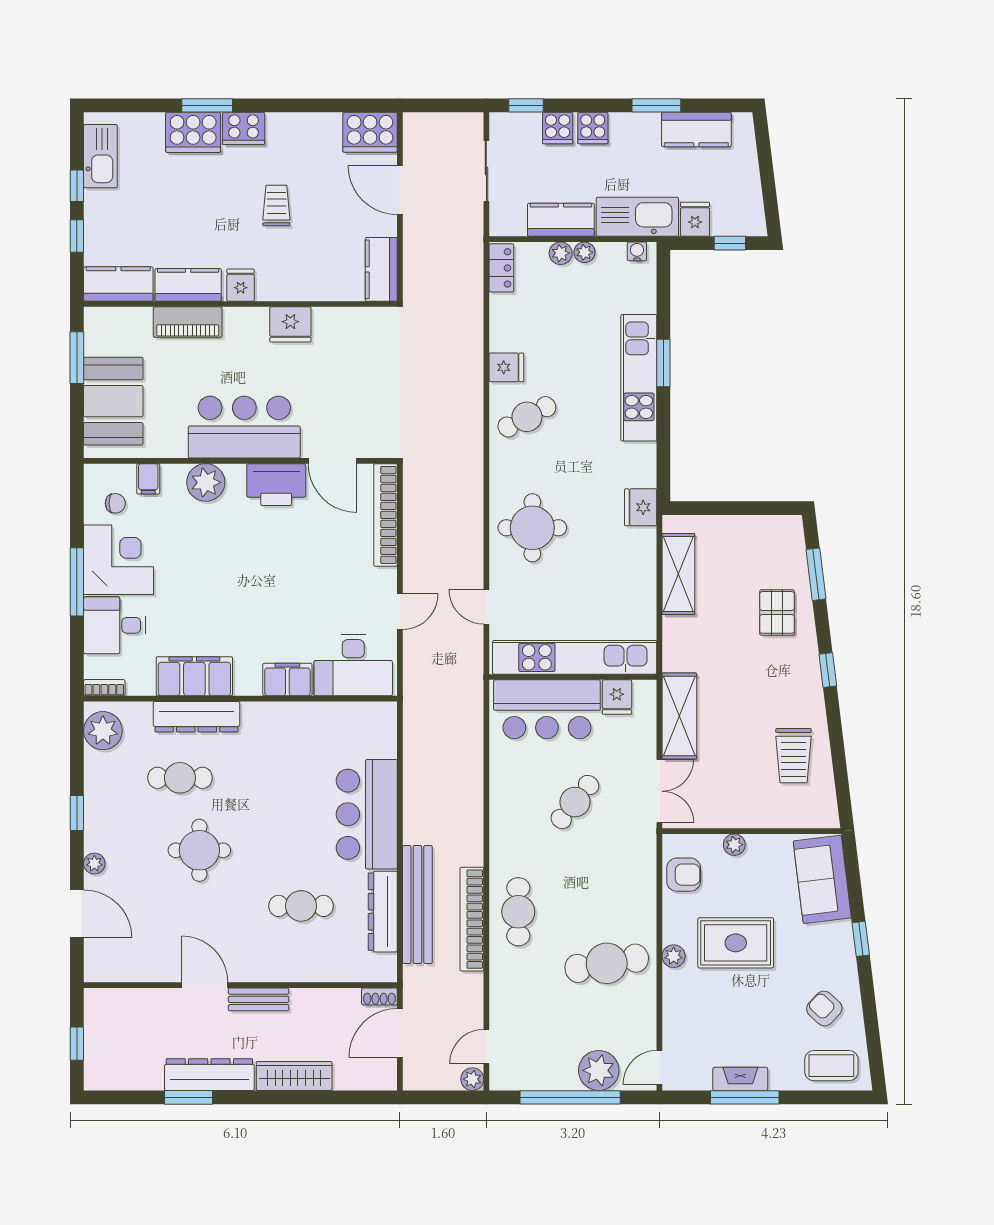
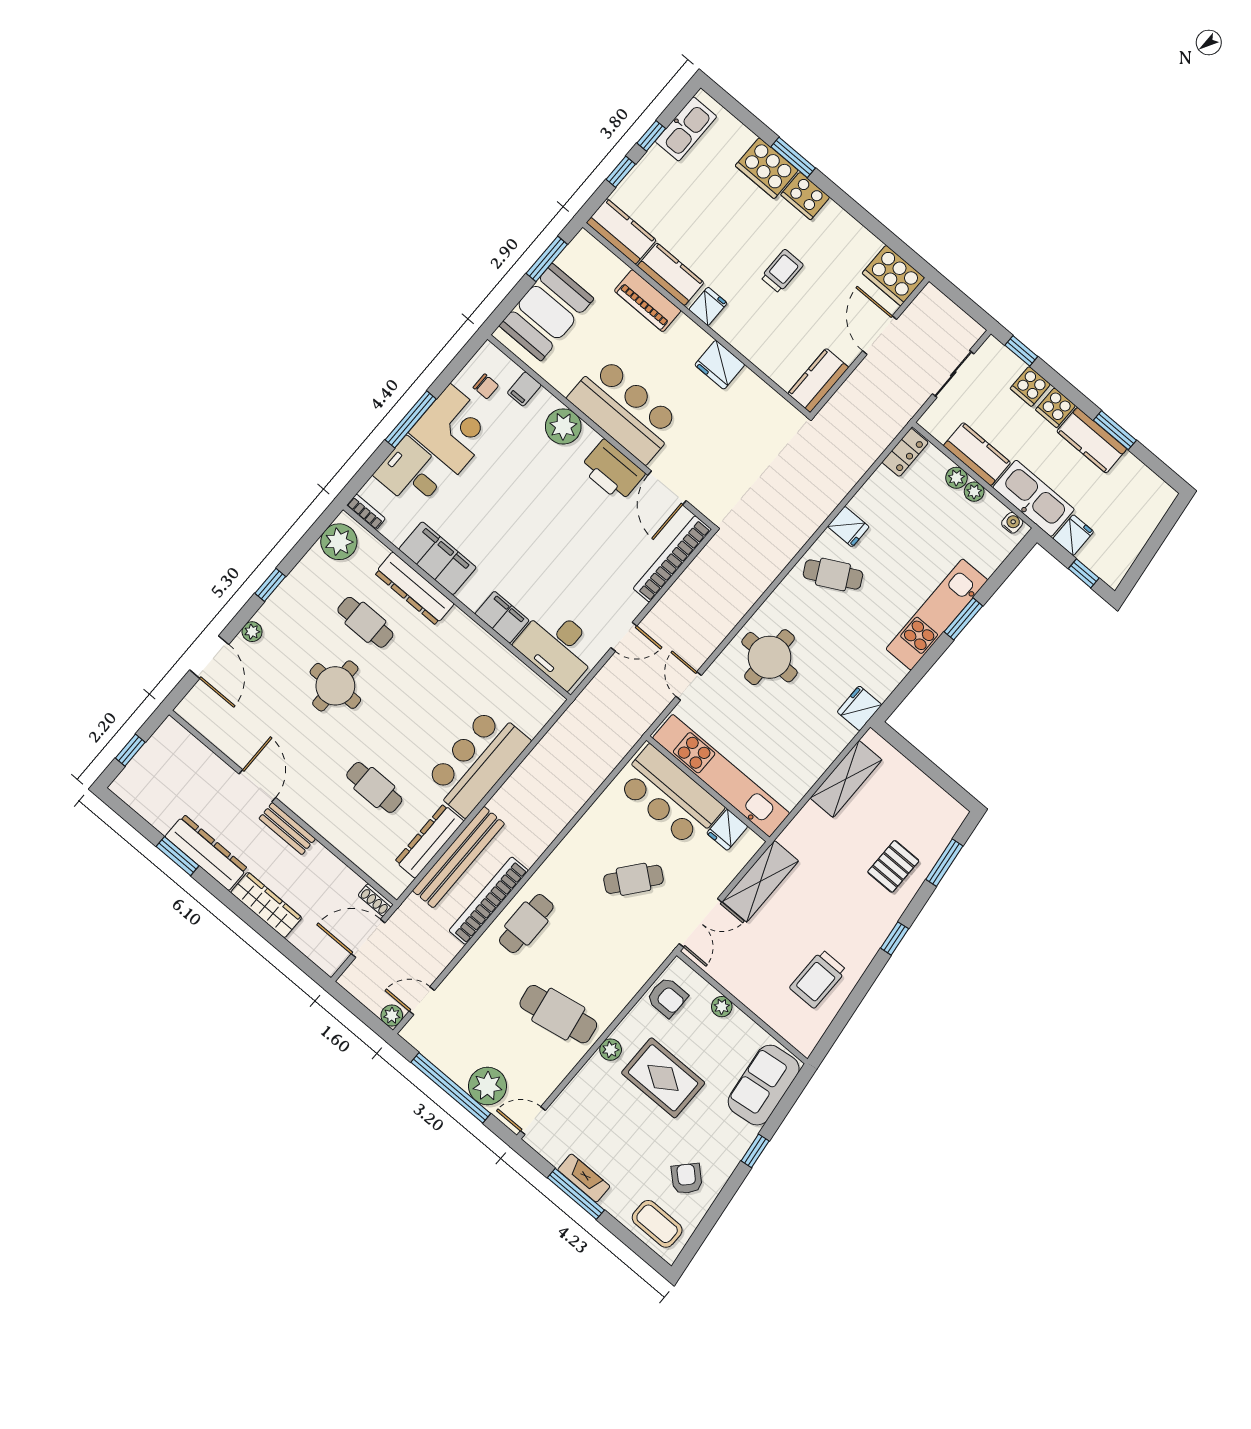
kitchen counter: (696, 129) -> (1092, 440), moved

